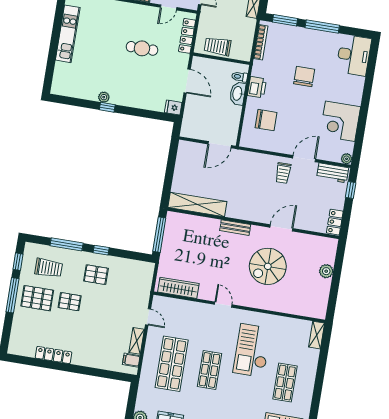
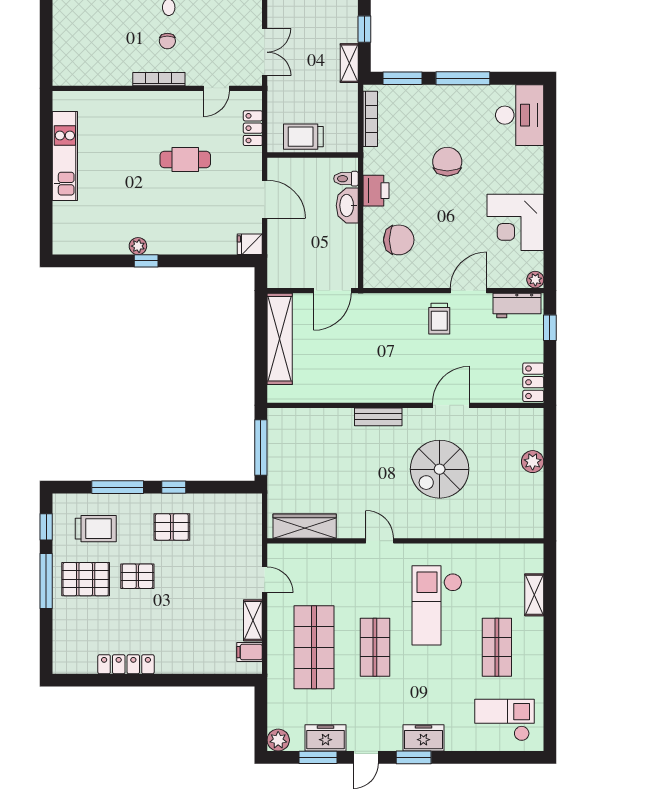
locker: (187, 36) -> (253, 128), width x0.66
shelving: (197, 204) -> (280, 339), moved, turned 90
shelving: (317, 335) -> (534, 595), moved

